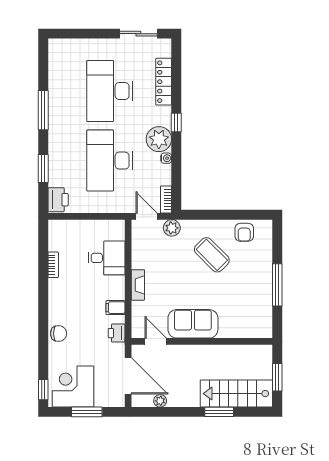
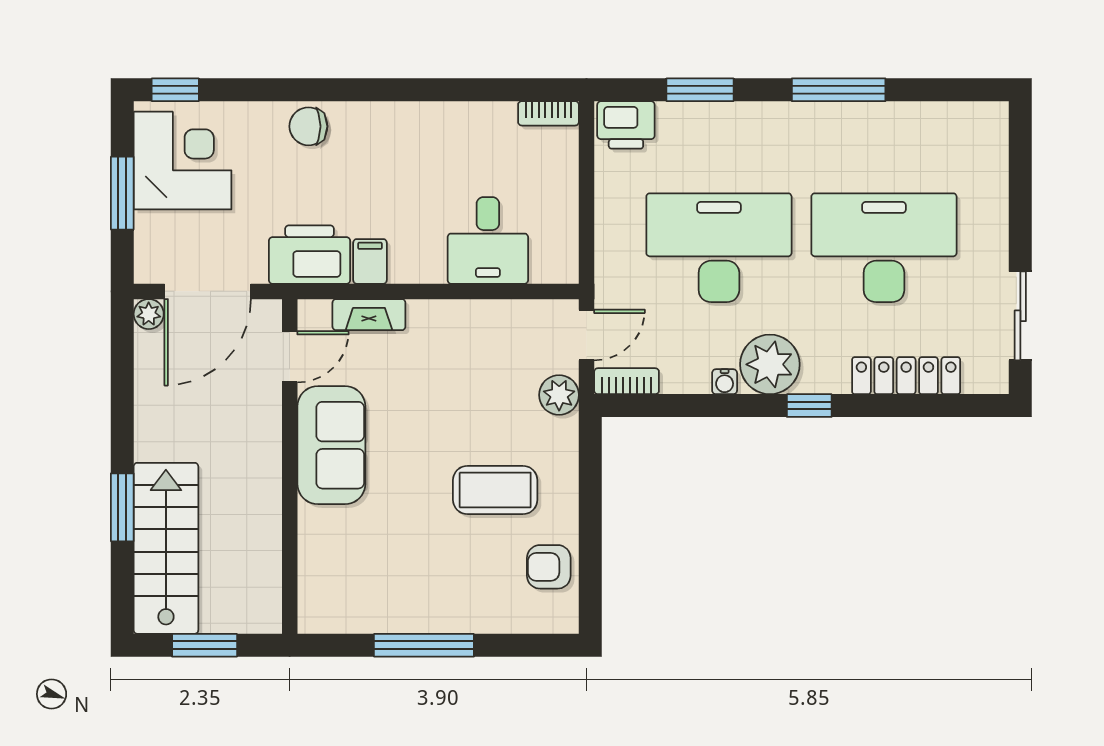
coffee table: (212, 255) -> (495, 490), turned 45
bookcase: (53, 265) -> (548, 113), moved
fireplace: (138, 285) -> (369, 315), moved
printer: (117, 333) -> (310, 255), width x1.87, depth x1.48
chair: (59, 334) -> (308, 126), turned 90
plant: (160, 401) -> (149, 314), moved

